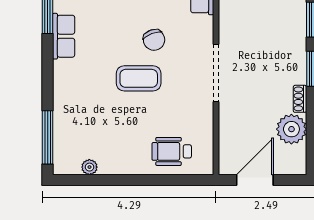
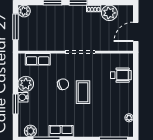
wheelchair: (172, 151) -> (121, 75), turned -90
door: (255, 180) -> (136, 32), hinge flipped

